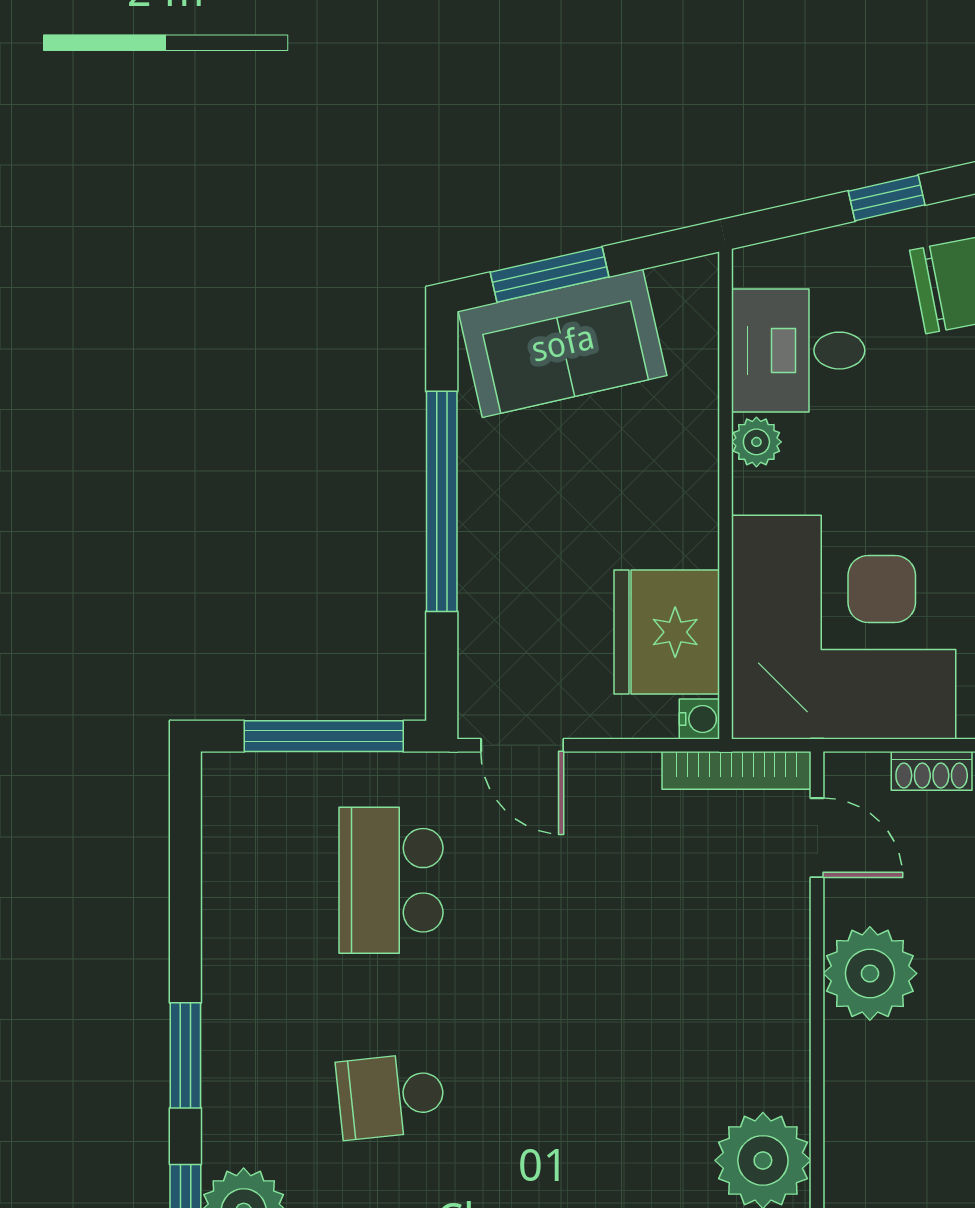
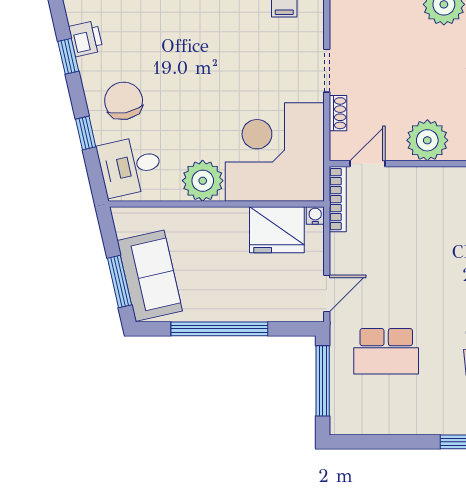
desk: (798, 351) -> (130, 166), moved, turned 77
plant: (756, 442) -> (203, 181), width x1.87, depth x1.87

